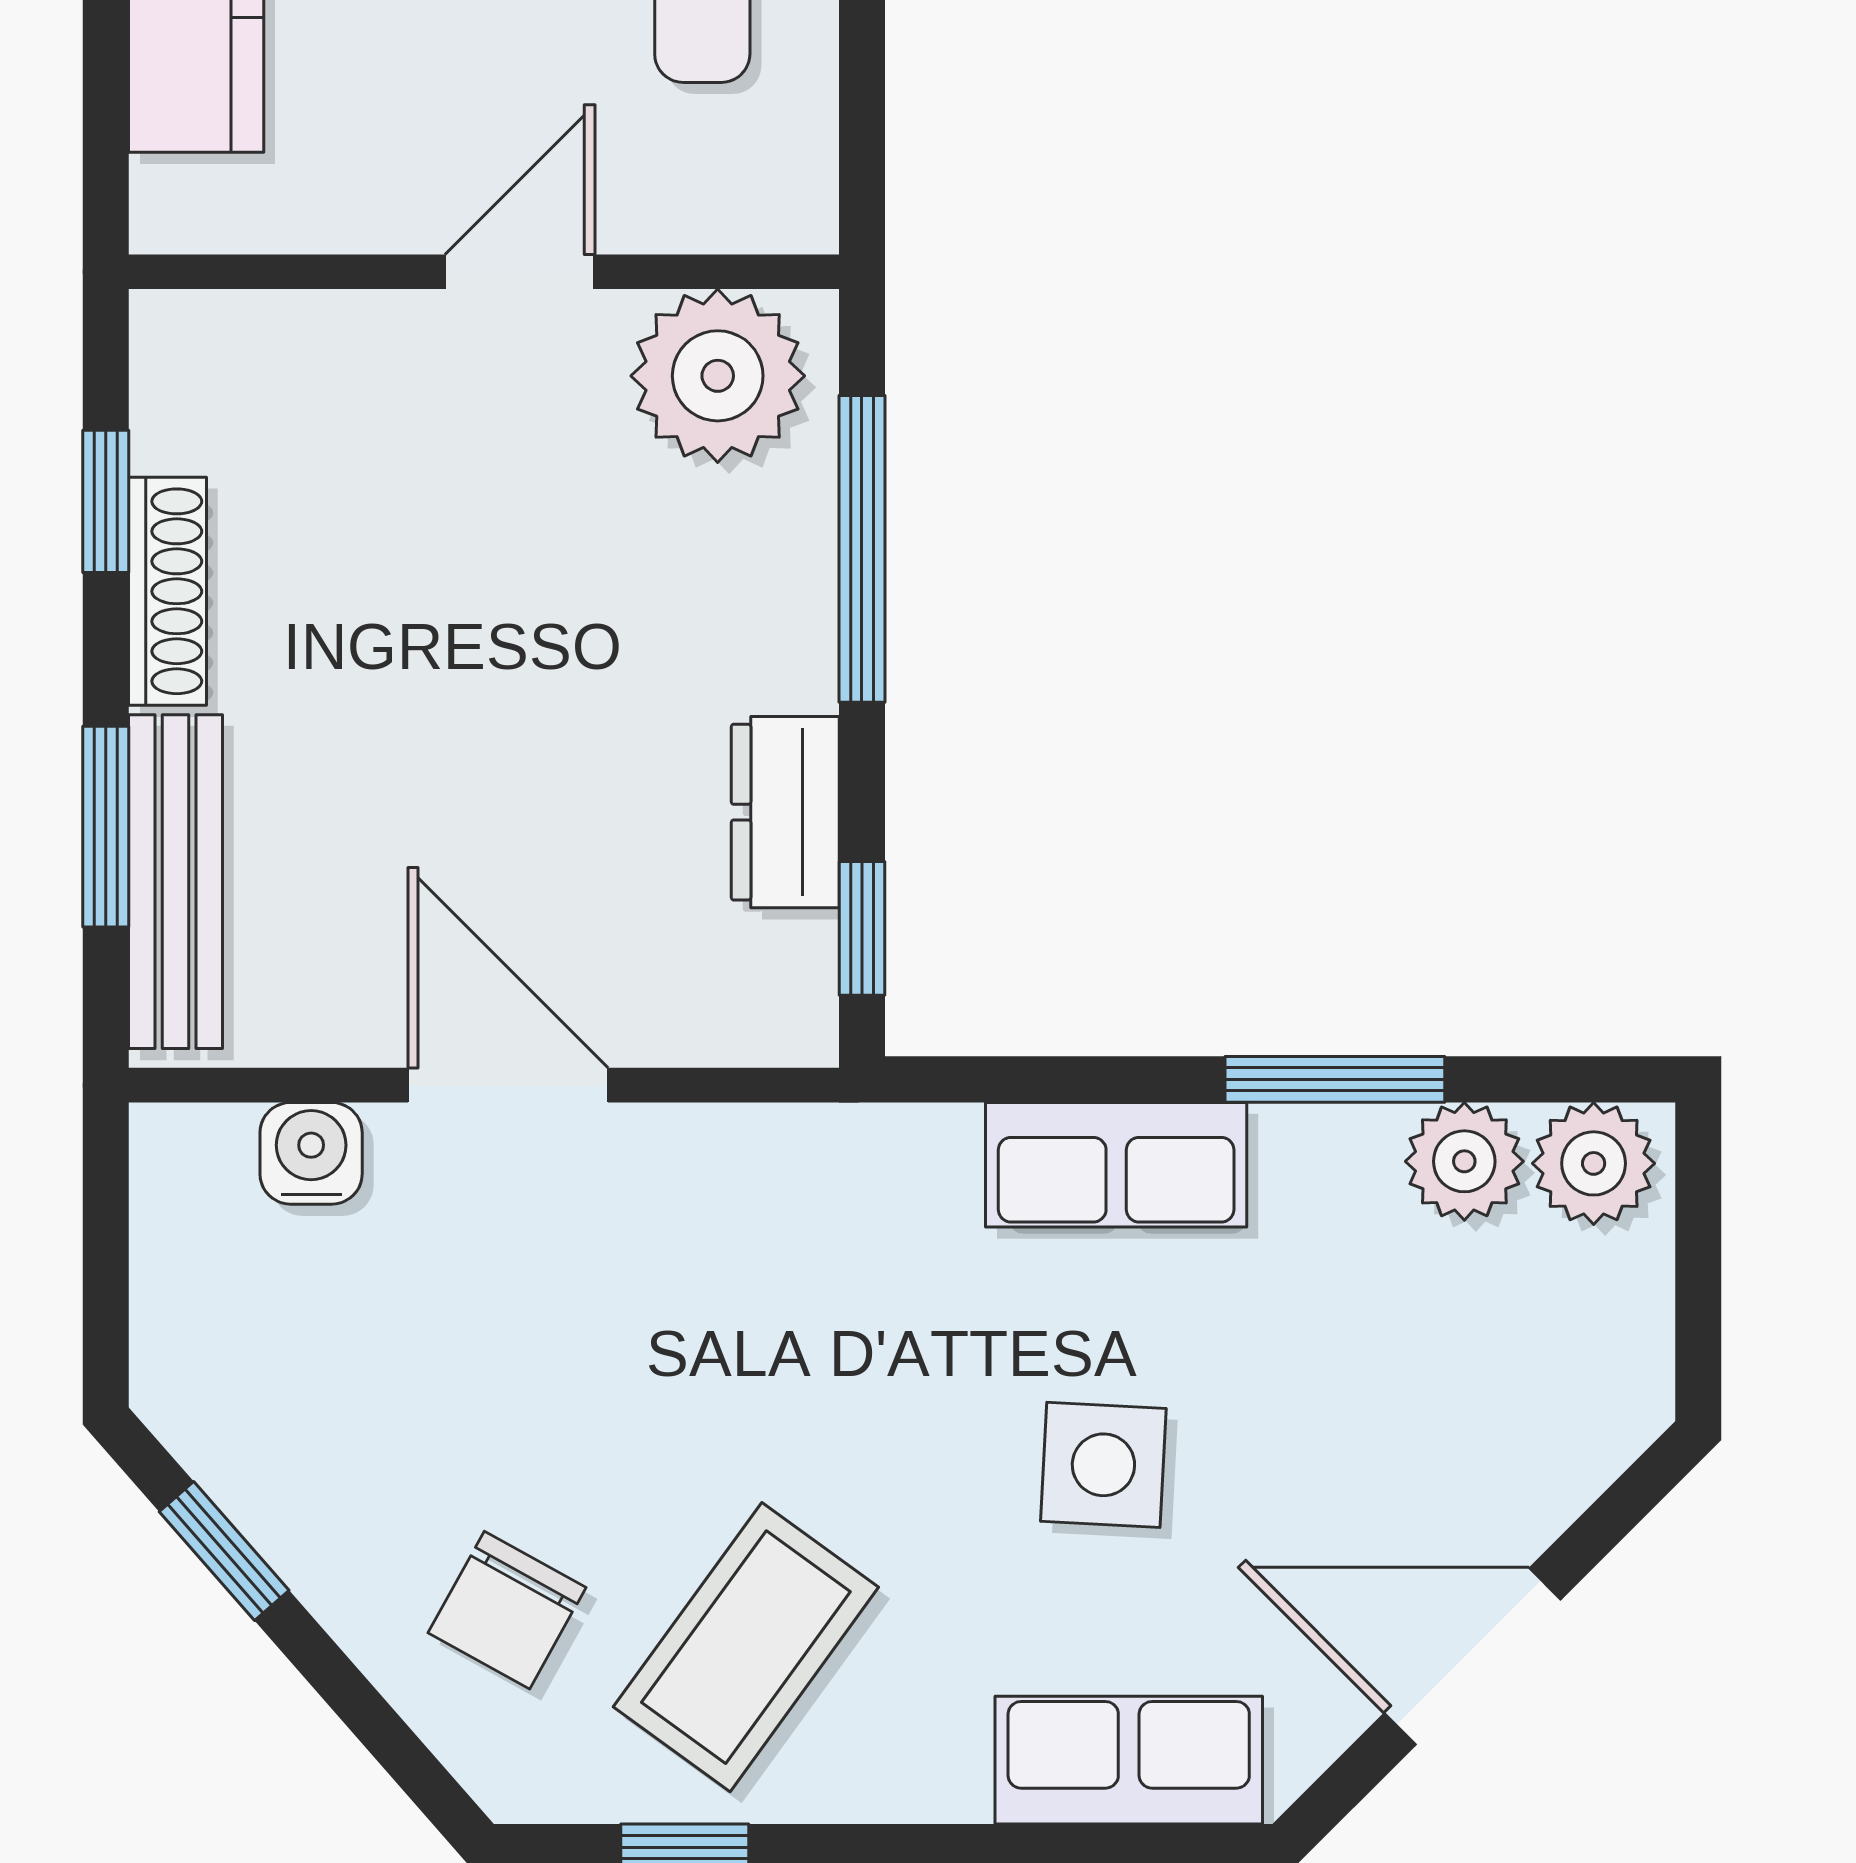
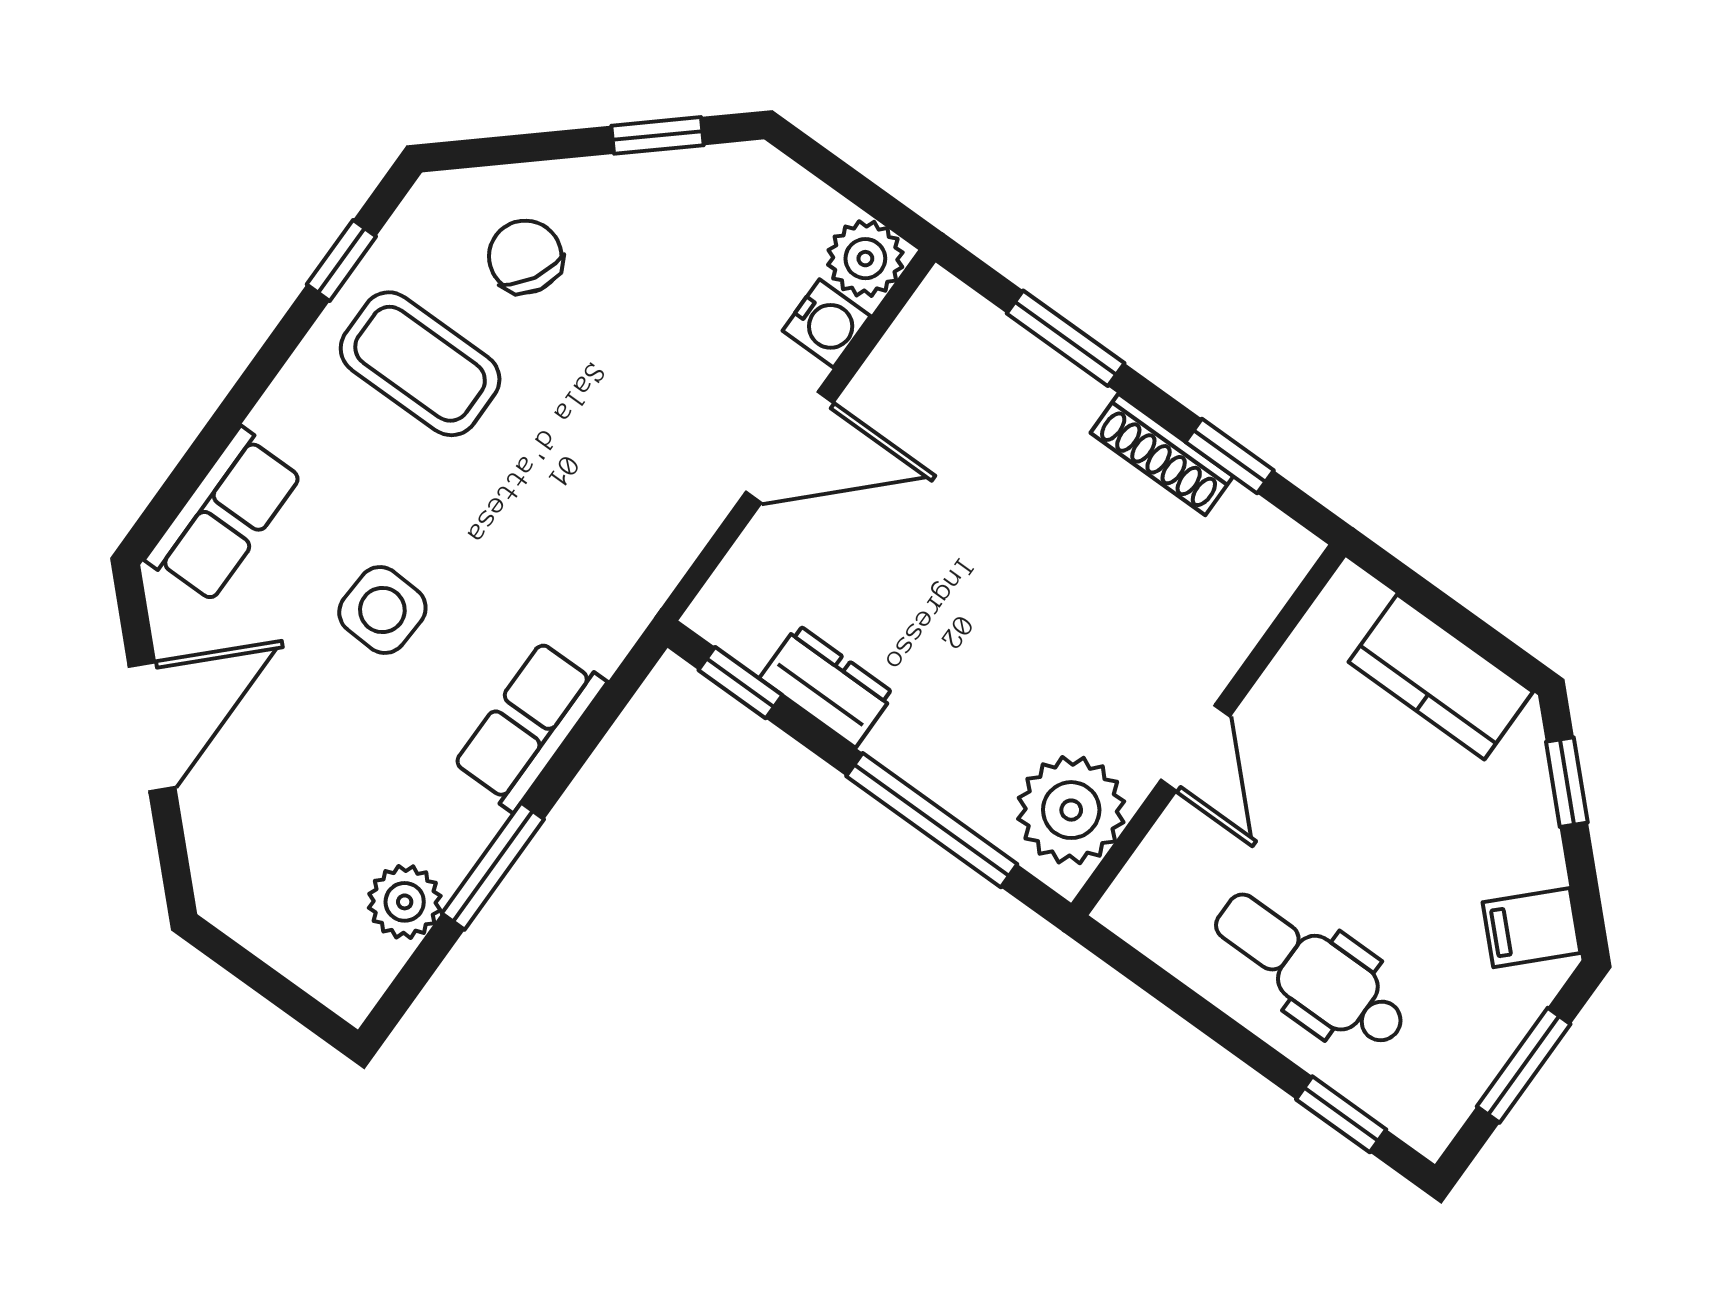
bench: (175, 882) -> (1013, 353), removed
plant: (1594, 1163) -> (865, 259), moved
coffee table: (746, 1647) -> (420, 364), turned -36

